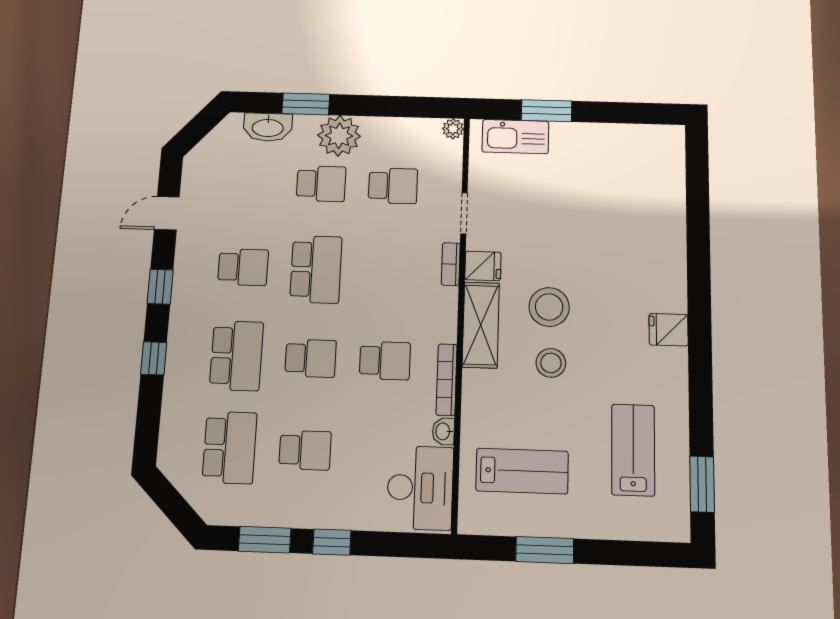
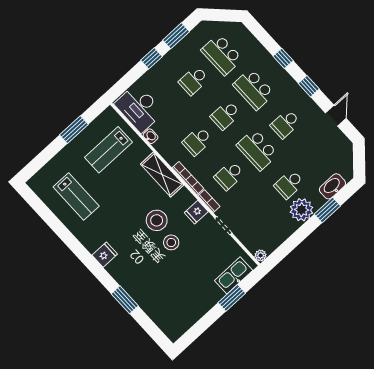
school desk: (393, 186) -> (229, 176), moved
shelving: (481, 325) -> (162, 175), moved
stool: (551, 363) -> (171, 242), moved
bookcase: (447, 380) -> (188, 178), moved
window: (702, 484) -> (125, 300), moved

